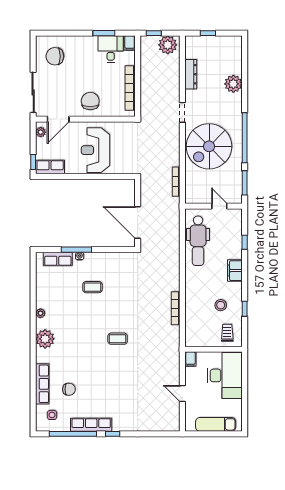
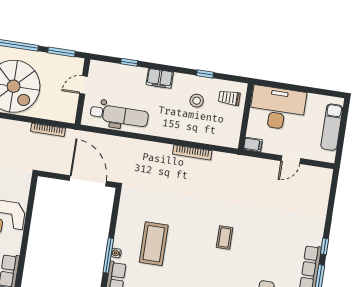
door: (138, 223) -> (88, 181), swing flipped
coffee table: (92, 287) -> (154, 244), width x1.86, depth x1.72
coffee table: (118, 339) -> (225, 237), moved

